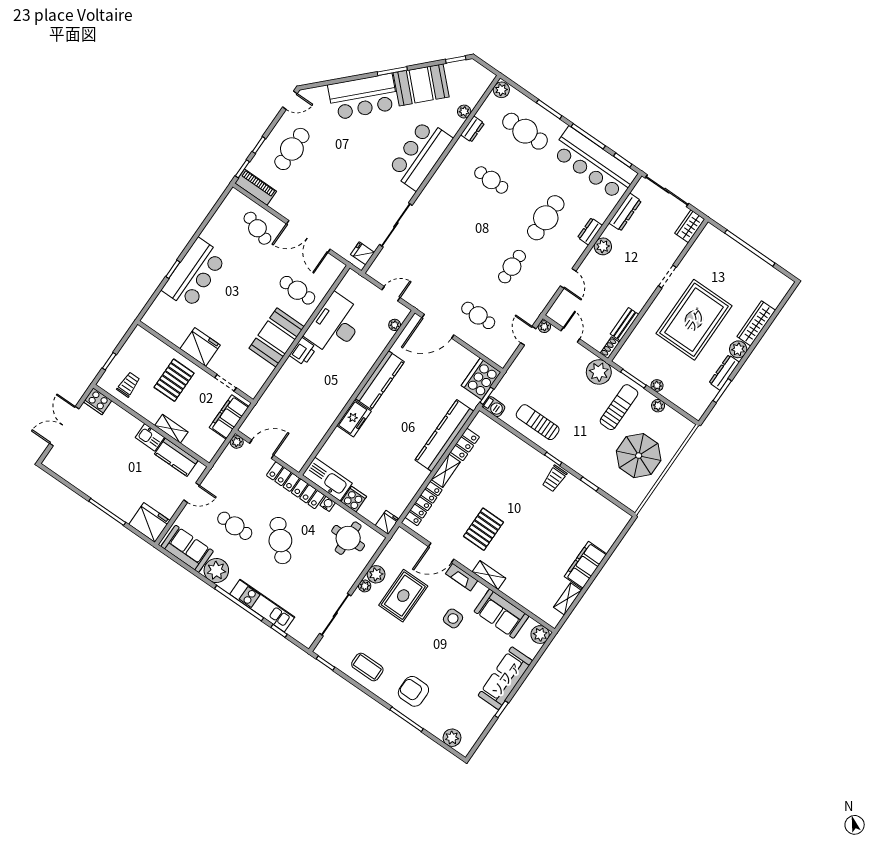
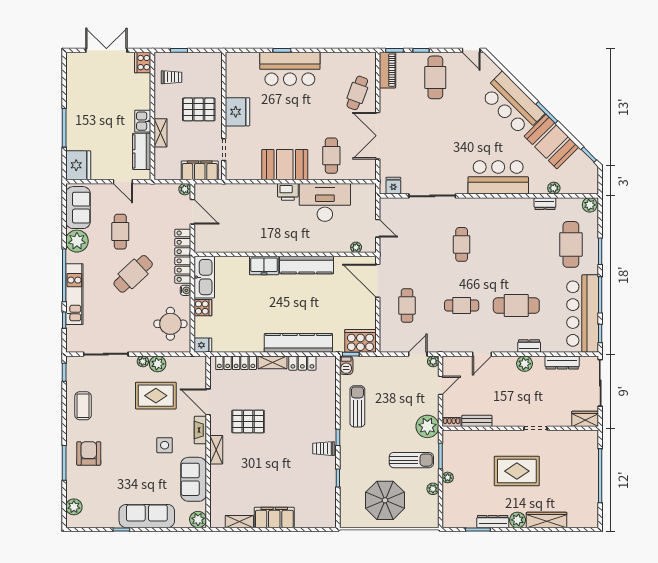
cafe table: (292, 149) -> (435, 77), turned 90
cafe table: (491, 180) -> (462, 244), moved
rug: (694, 320) -> (517, 471), width x0.73, depth x0.69

